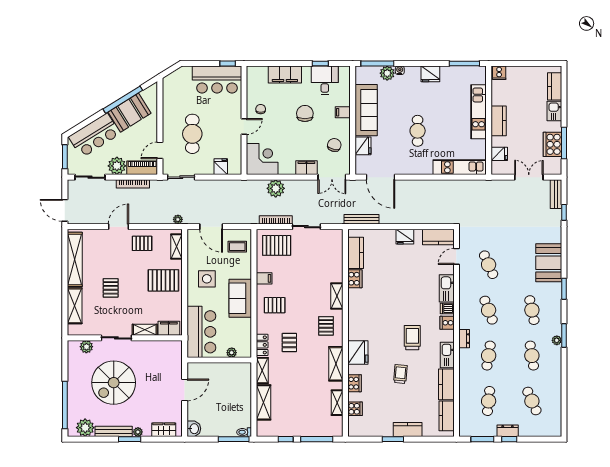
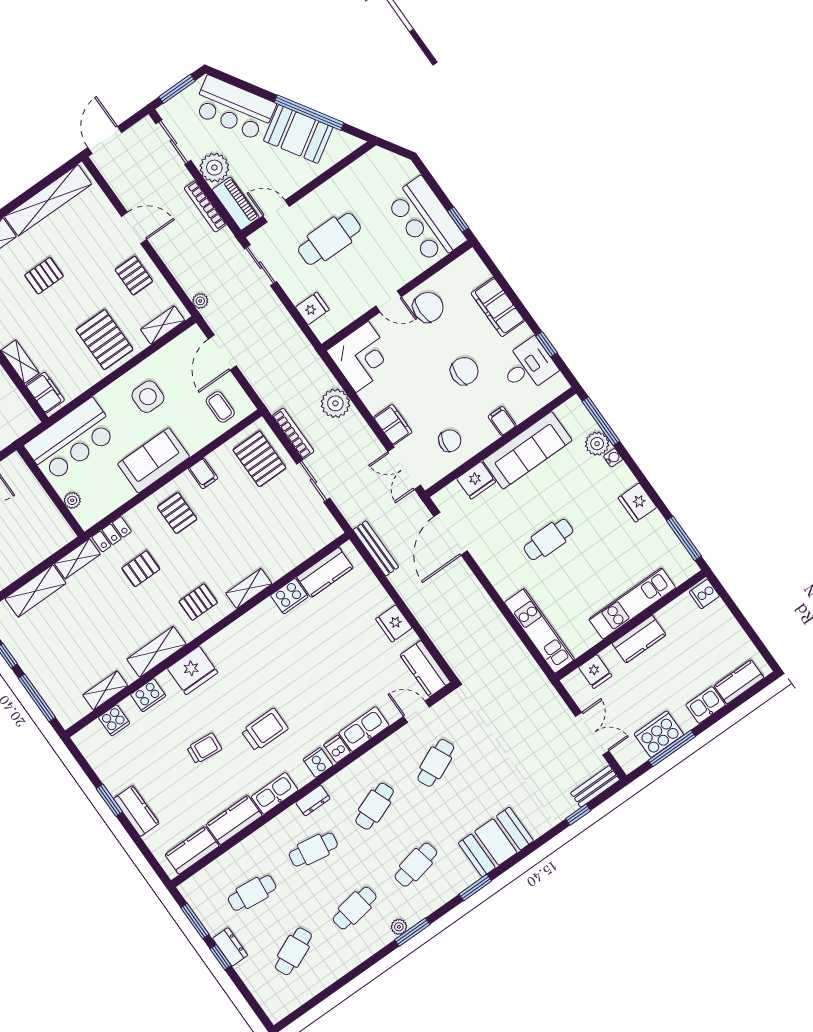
chair: (261, 109) -> (428, 307), width x1.87, depth x1.87

